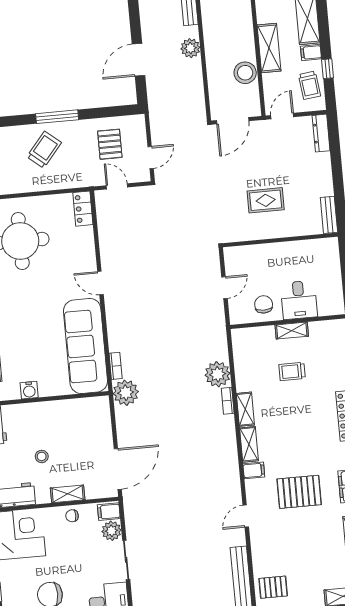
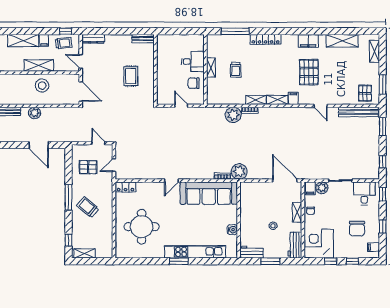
window: (327, 69) -> (66, 31), moved
stool: (245, 73) -> (42, 86), moved

